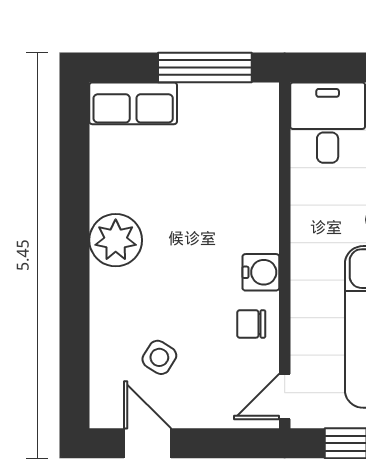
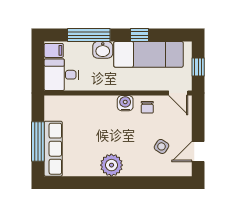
window: (205, 68) -> (38, 141), moved
row of seats: (133, 103) -> (53, 149), width x1.48

